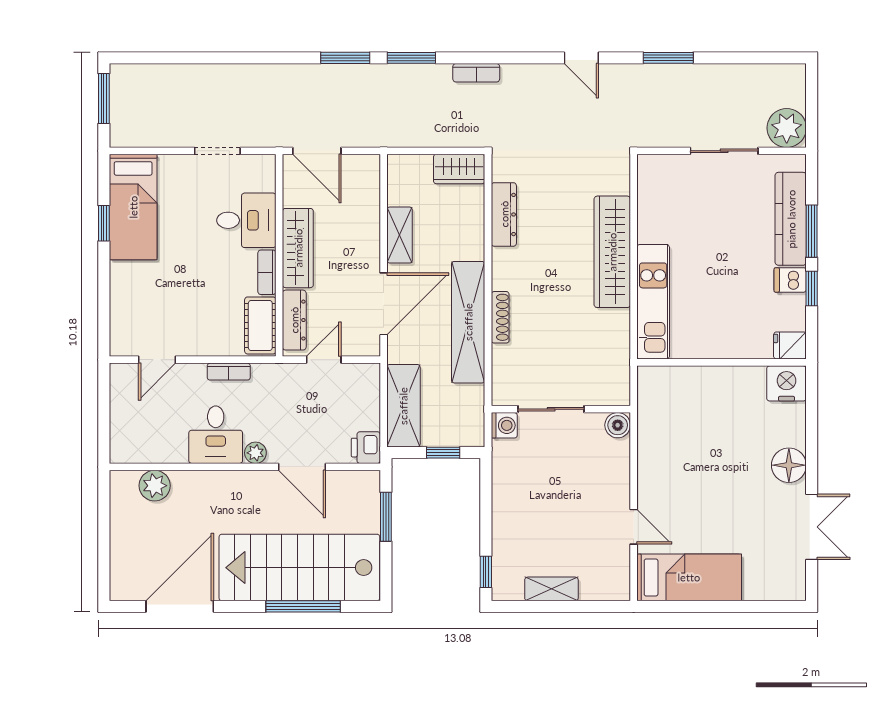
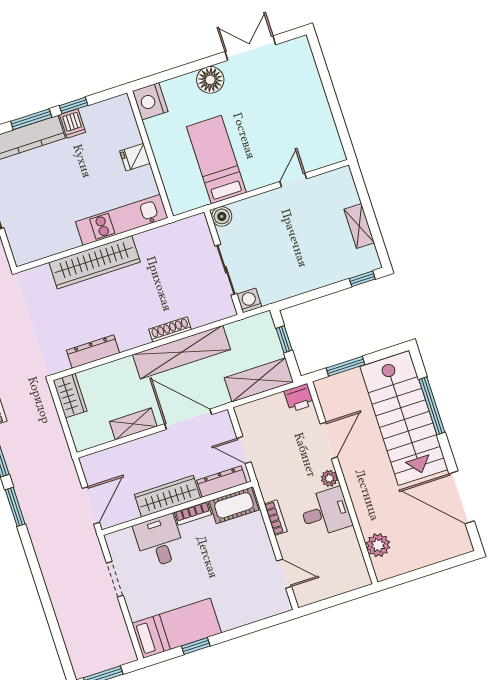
fridge: (790, 345) -> (135, 157), moved, turned 90
bed: (689, 577) -> (216, 160), moved

